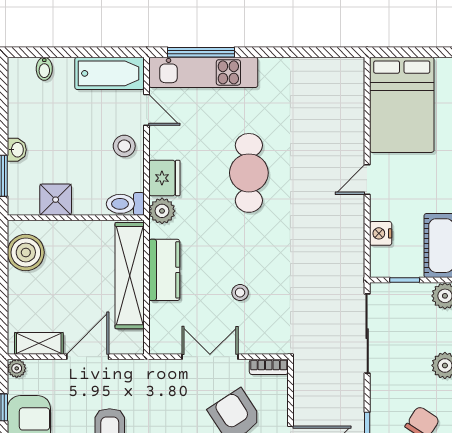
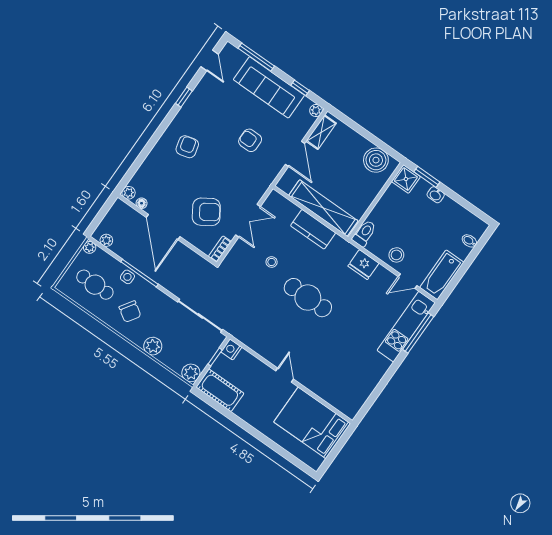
cafe table: (249, 173) -> (308, 298), moved
shower: (56, 200) -> (406, 179), moved
plant: (162, 211) -> (346, 251), removed
nightstand: (381, 233) -> (231, 349), moved, turned -90

